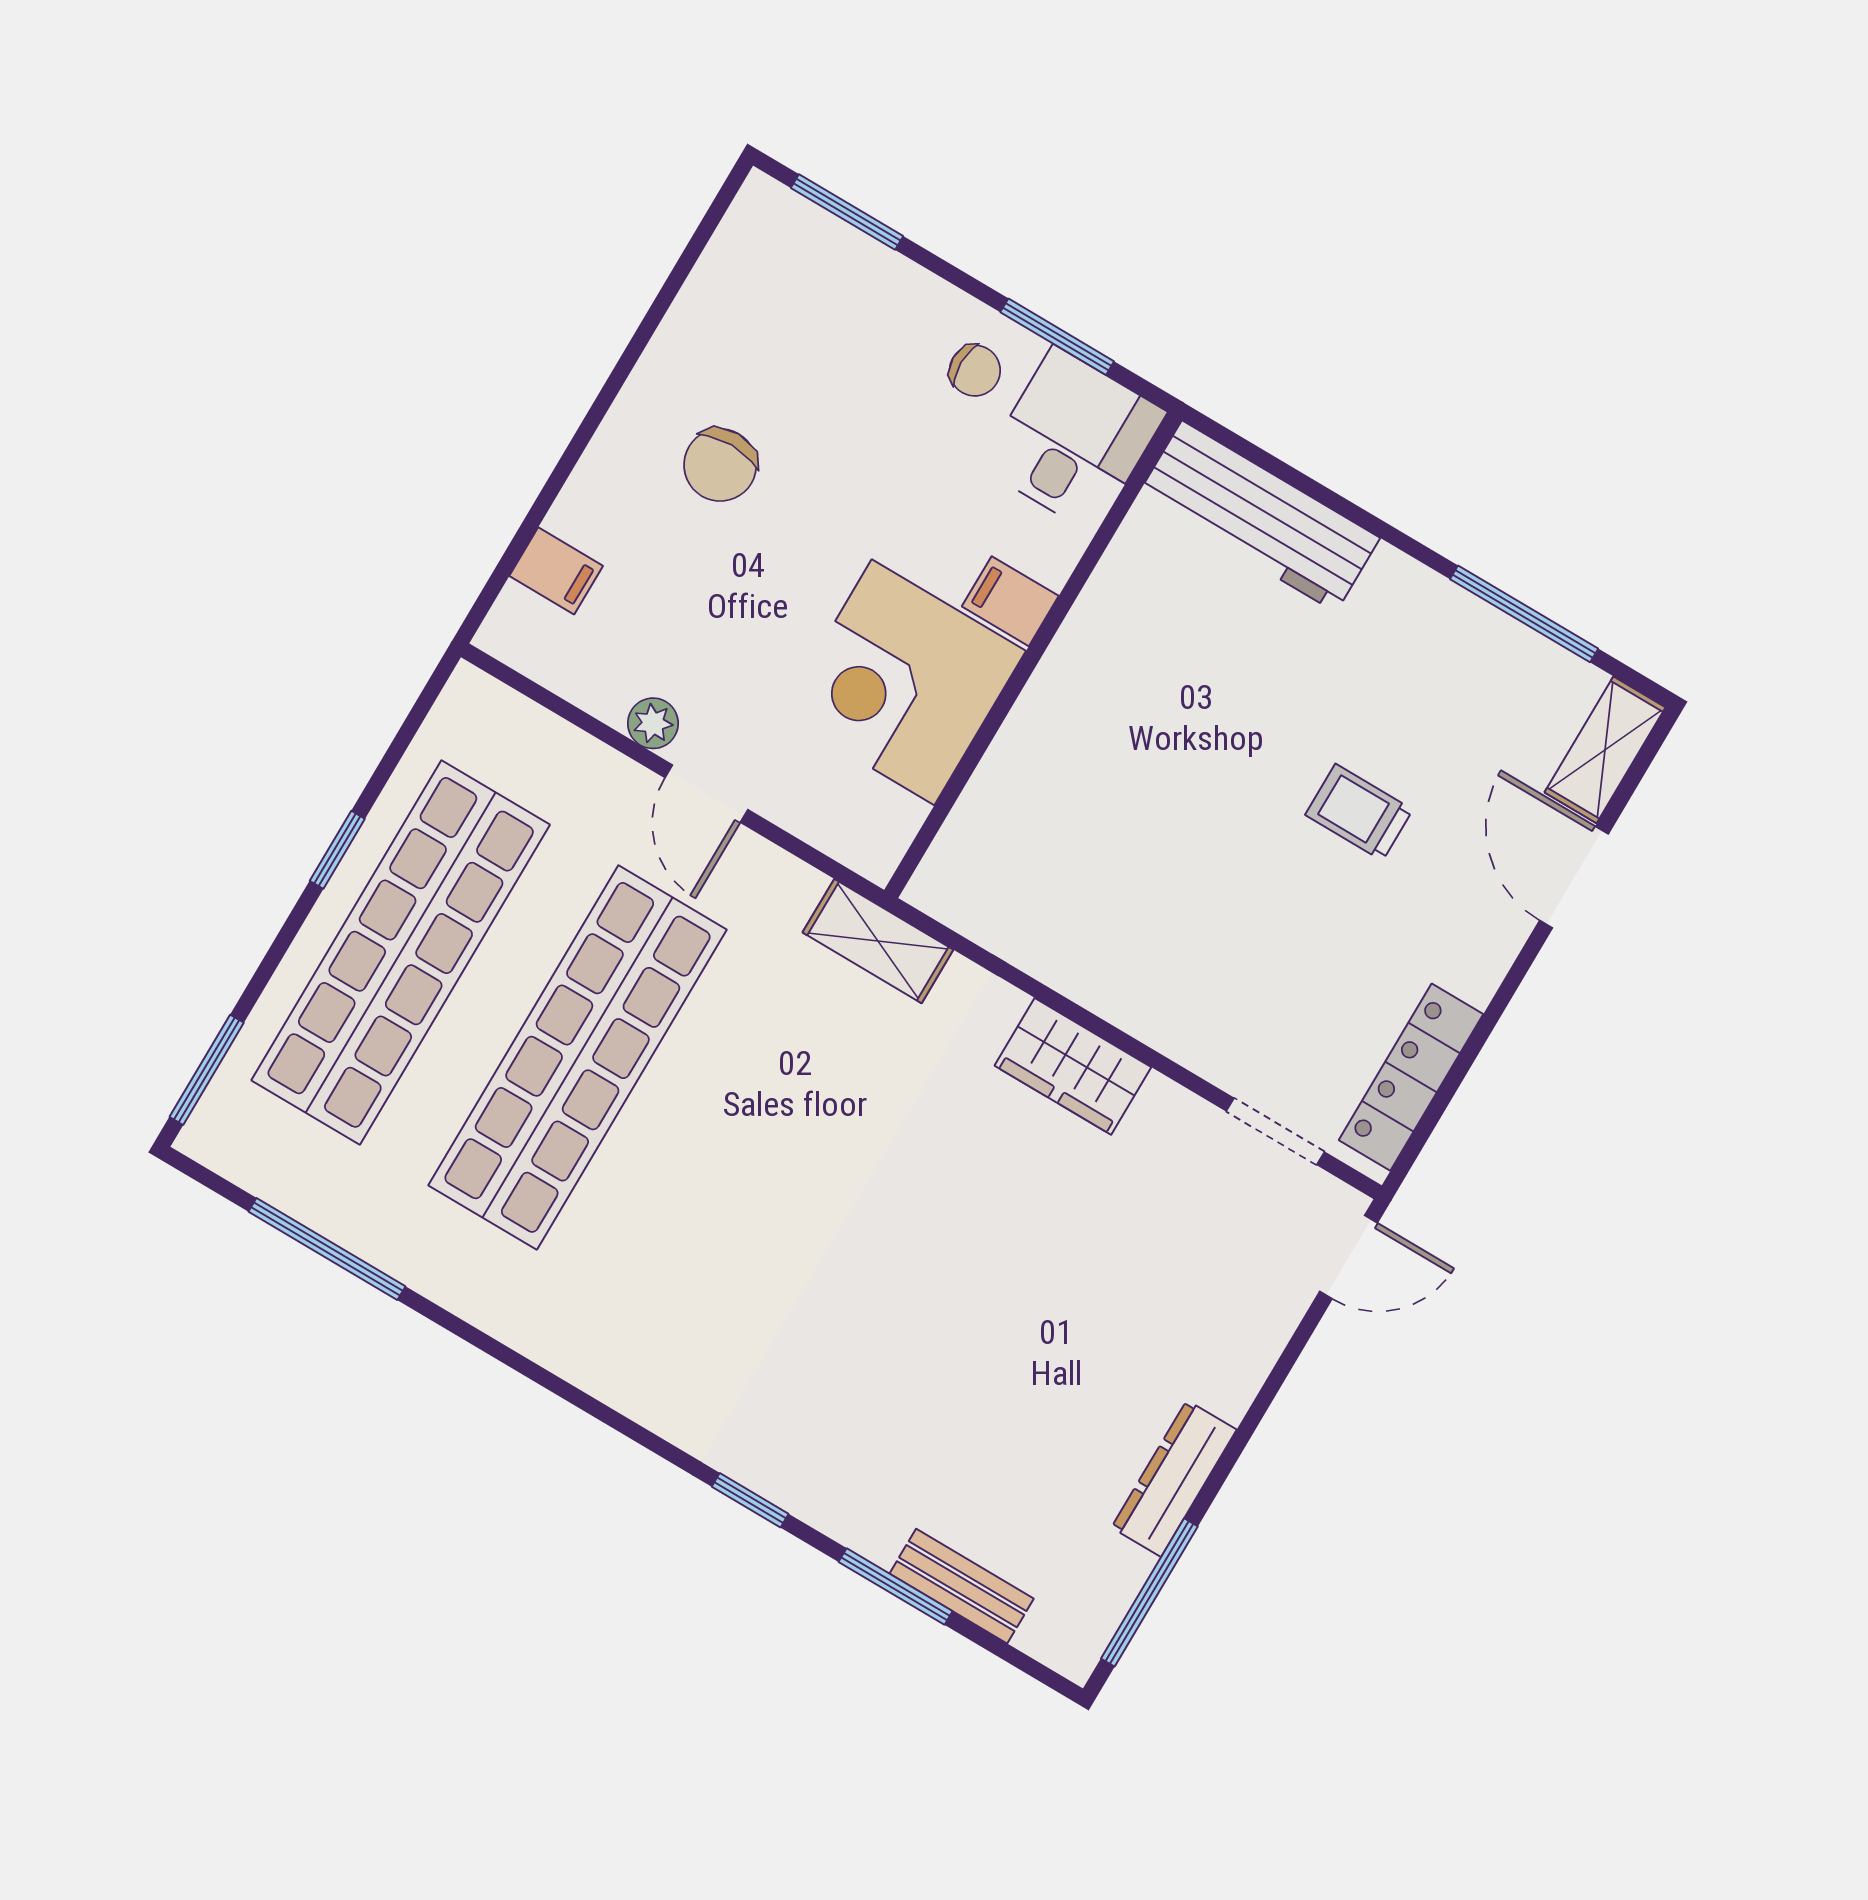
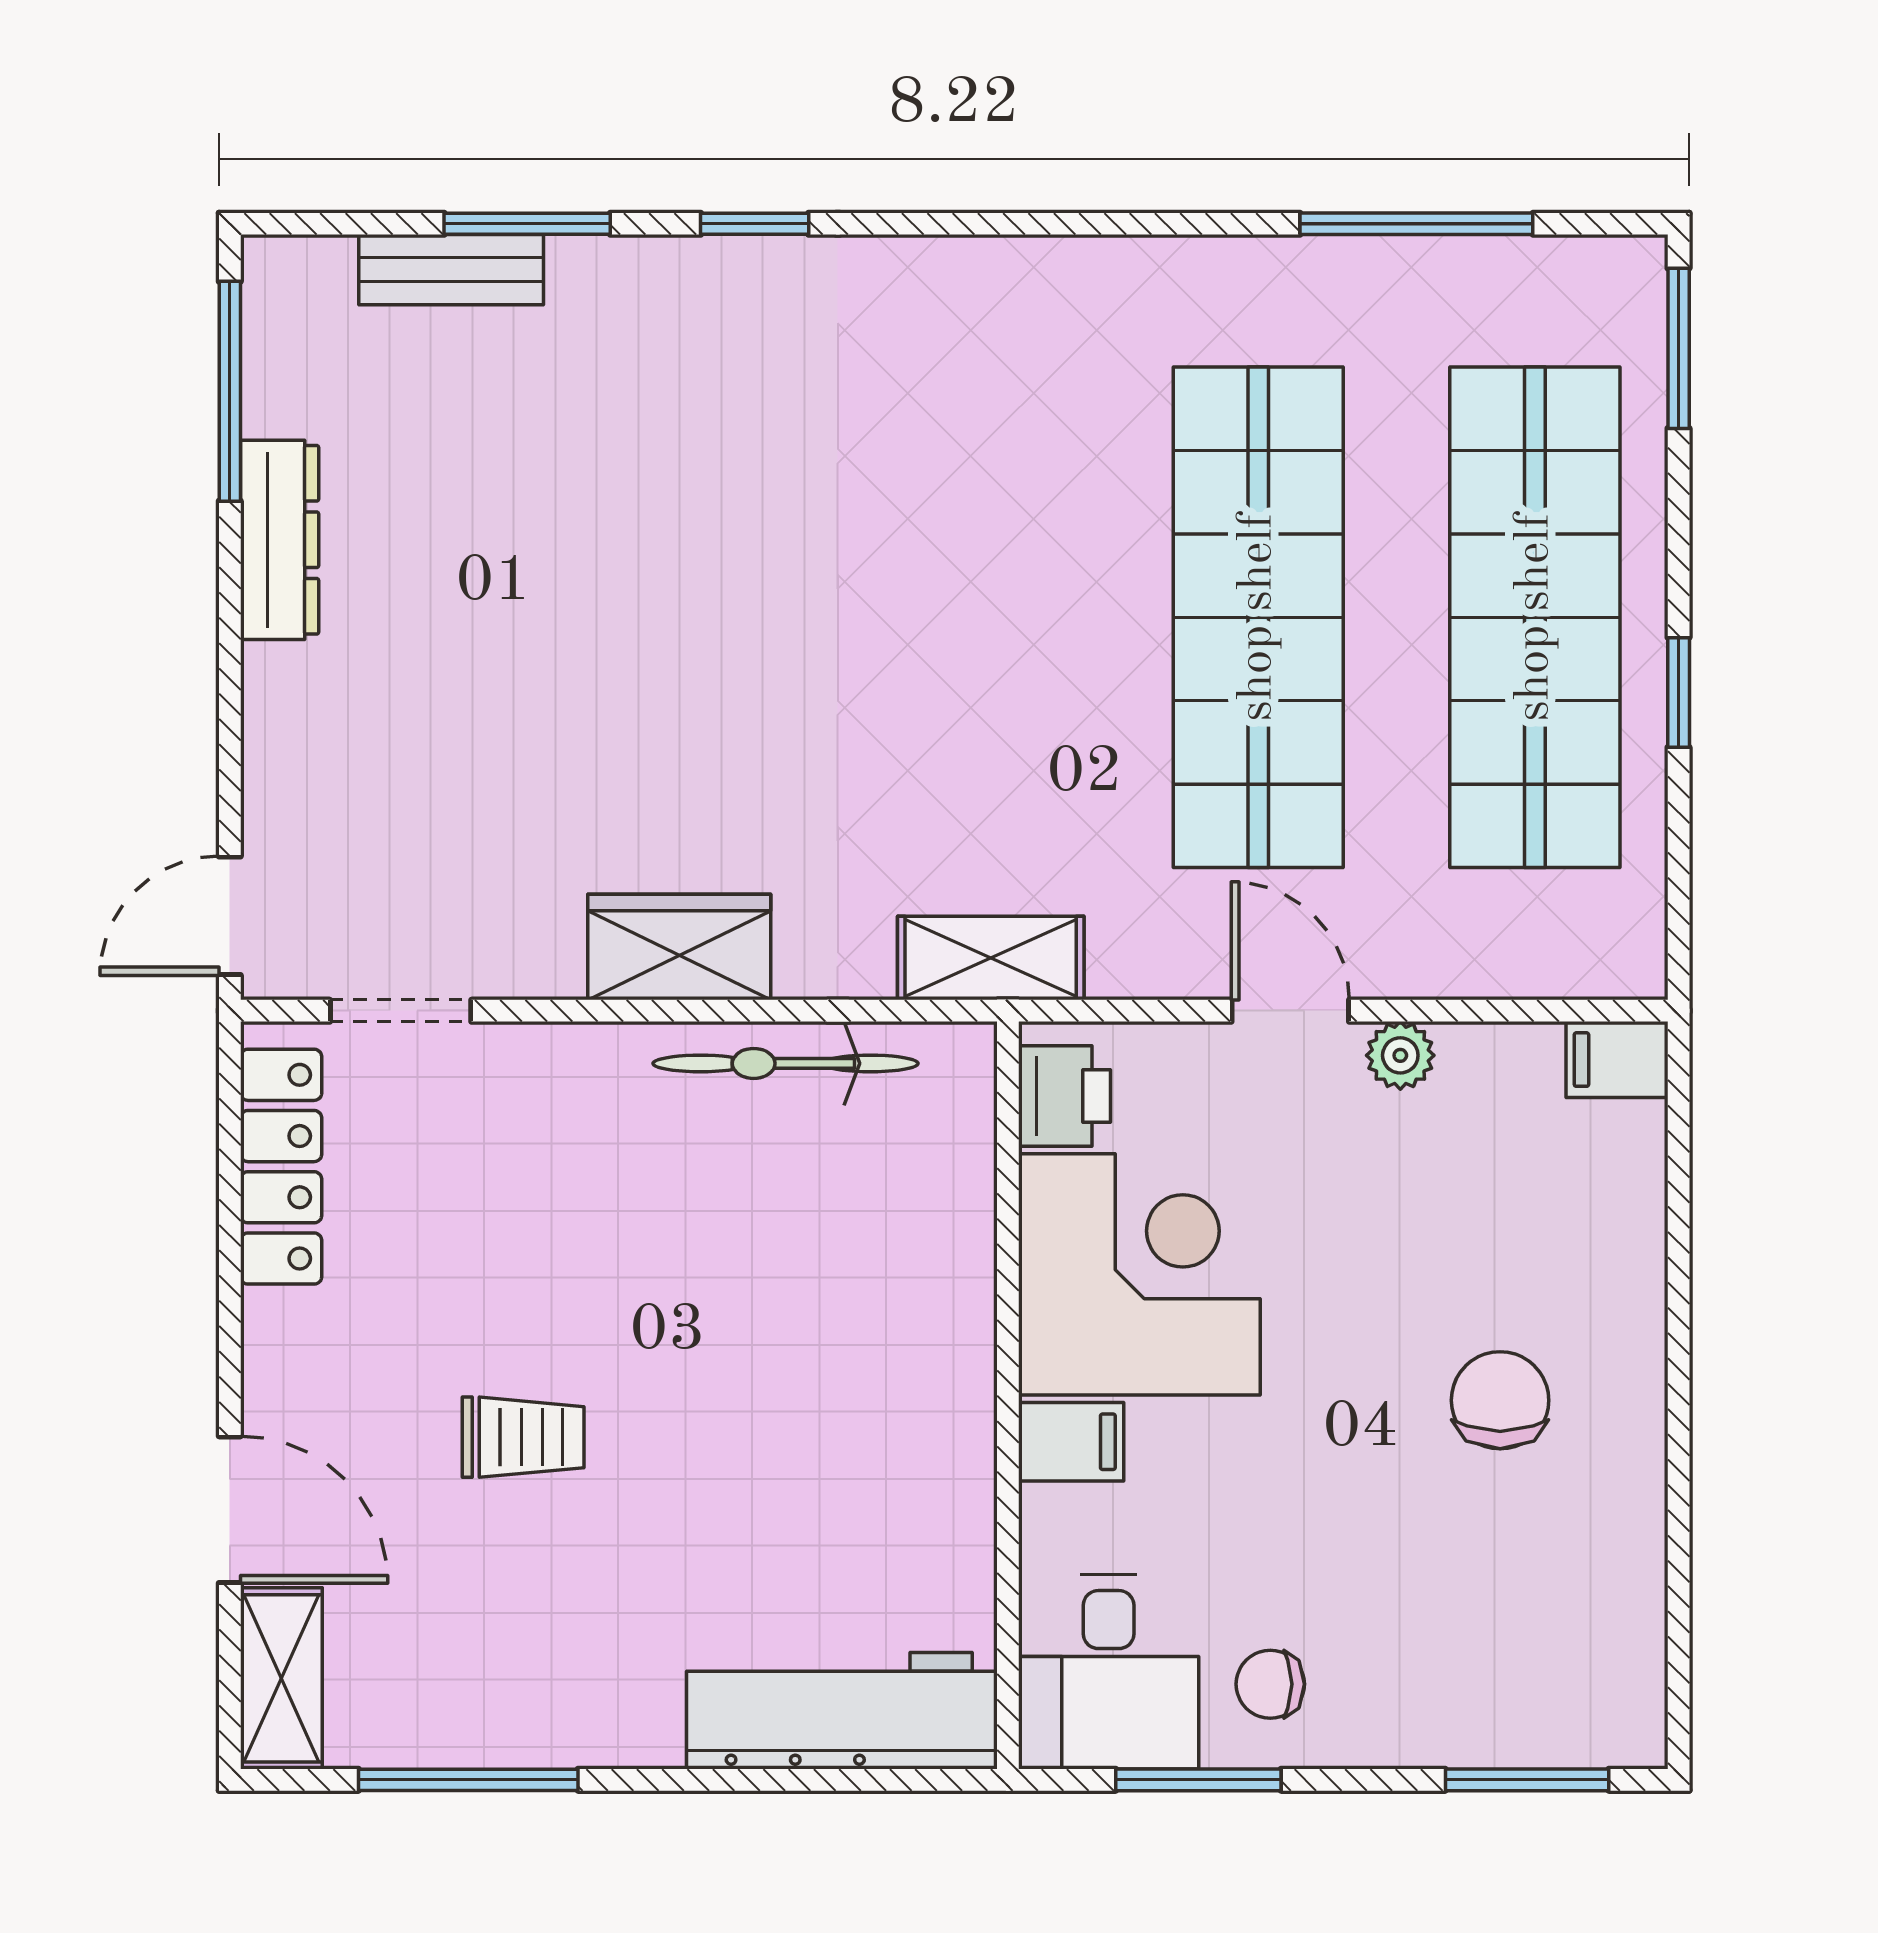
filing cabinet: (556, 571) -> (1617, 1060), moved
printer: (883, 825) -> (1064, 1096), added
bicycle: (1049, 952) -> (786, 1063), added

